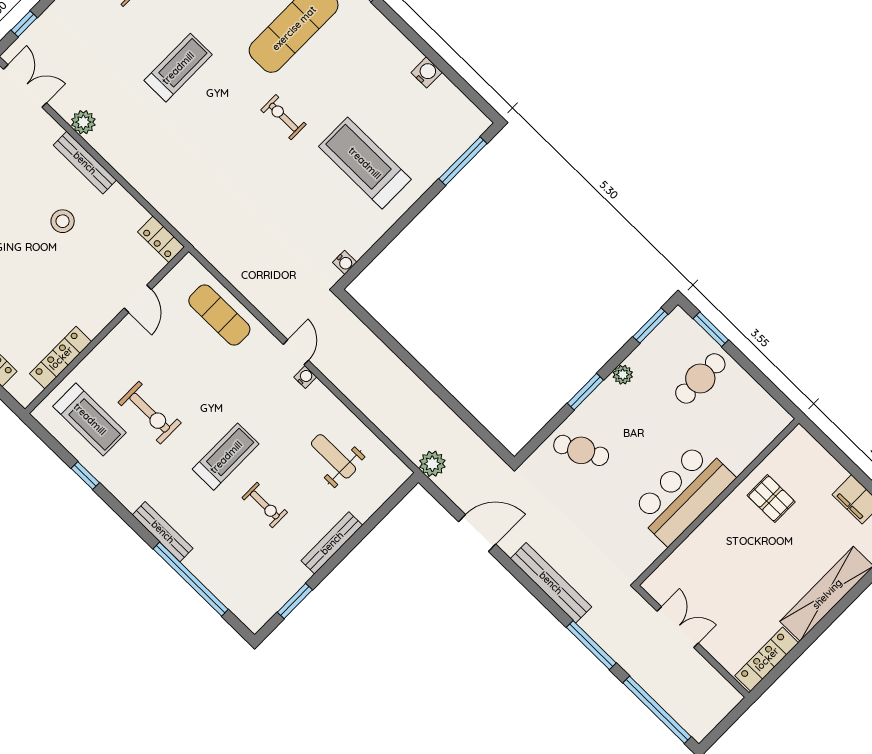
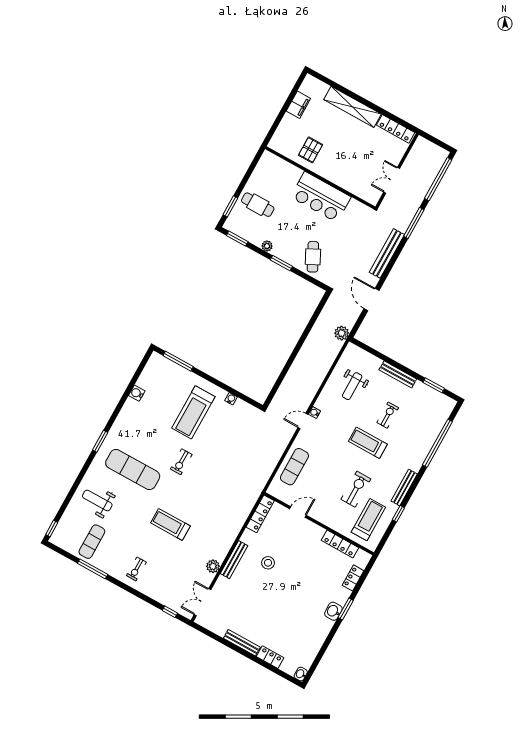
locker: (161, 239) -> (260, 514), width x1.53
water cooler: (345, 262) -> (231, 399), moved
bench: (163, 532) -> (404, 488), moved

